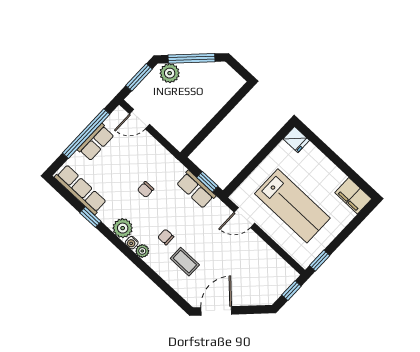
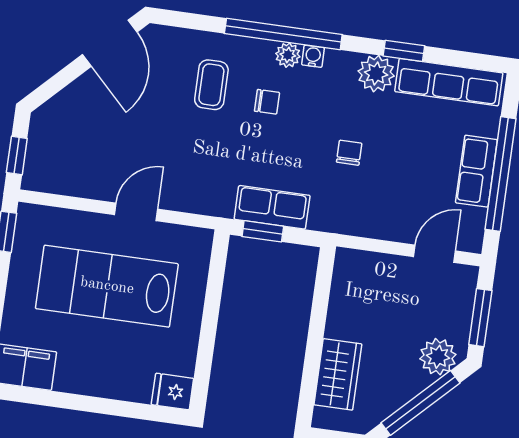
wardrobe: (219, 96) -> (338, 374), added
door: (244, 218) -> (136, 212), moved
plant: (123, 228) -> (376, 74), moved
window: (138, 262) -> (283, 34), added
coffee table: (185, 262) -> (211, 85), turned 90

